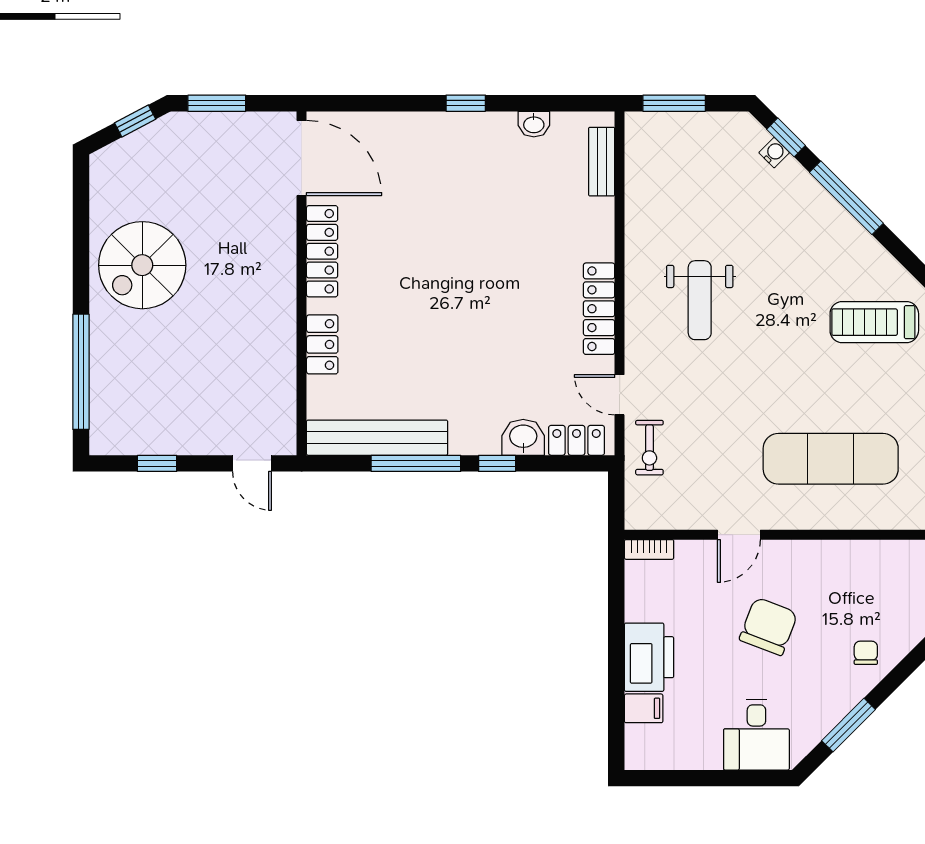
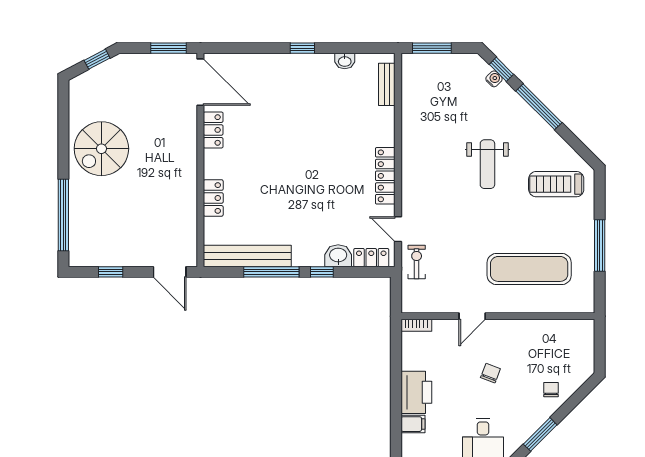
window: (217, 103) -> (169, 48), moved
locker: (322, 251) -> (213, 130), width x0.66
weight bench: (700, 300) -> (487, 164), moved
exercise bike: (649, 448) -> (417, 262), turned 180
door: (252, 463) -> (170, 272), width x1.37
chair: (768, 626) -> (490, 373), width x0.54, depth x0.54

